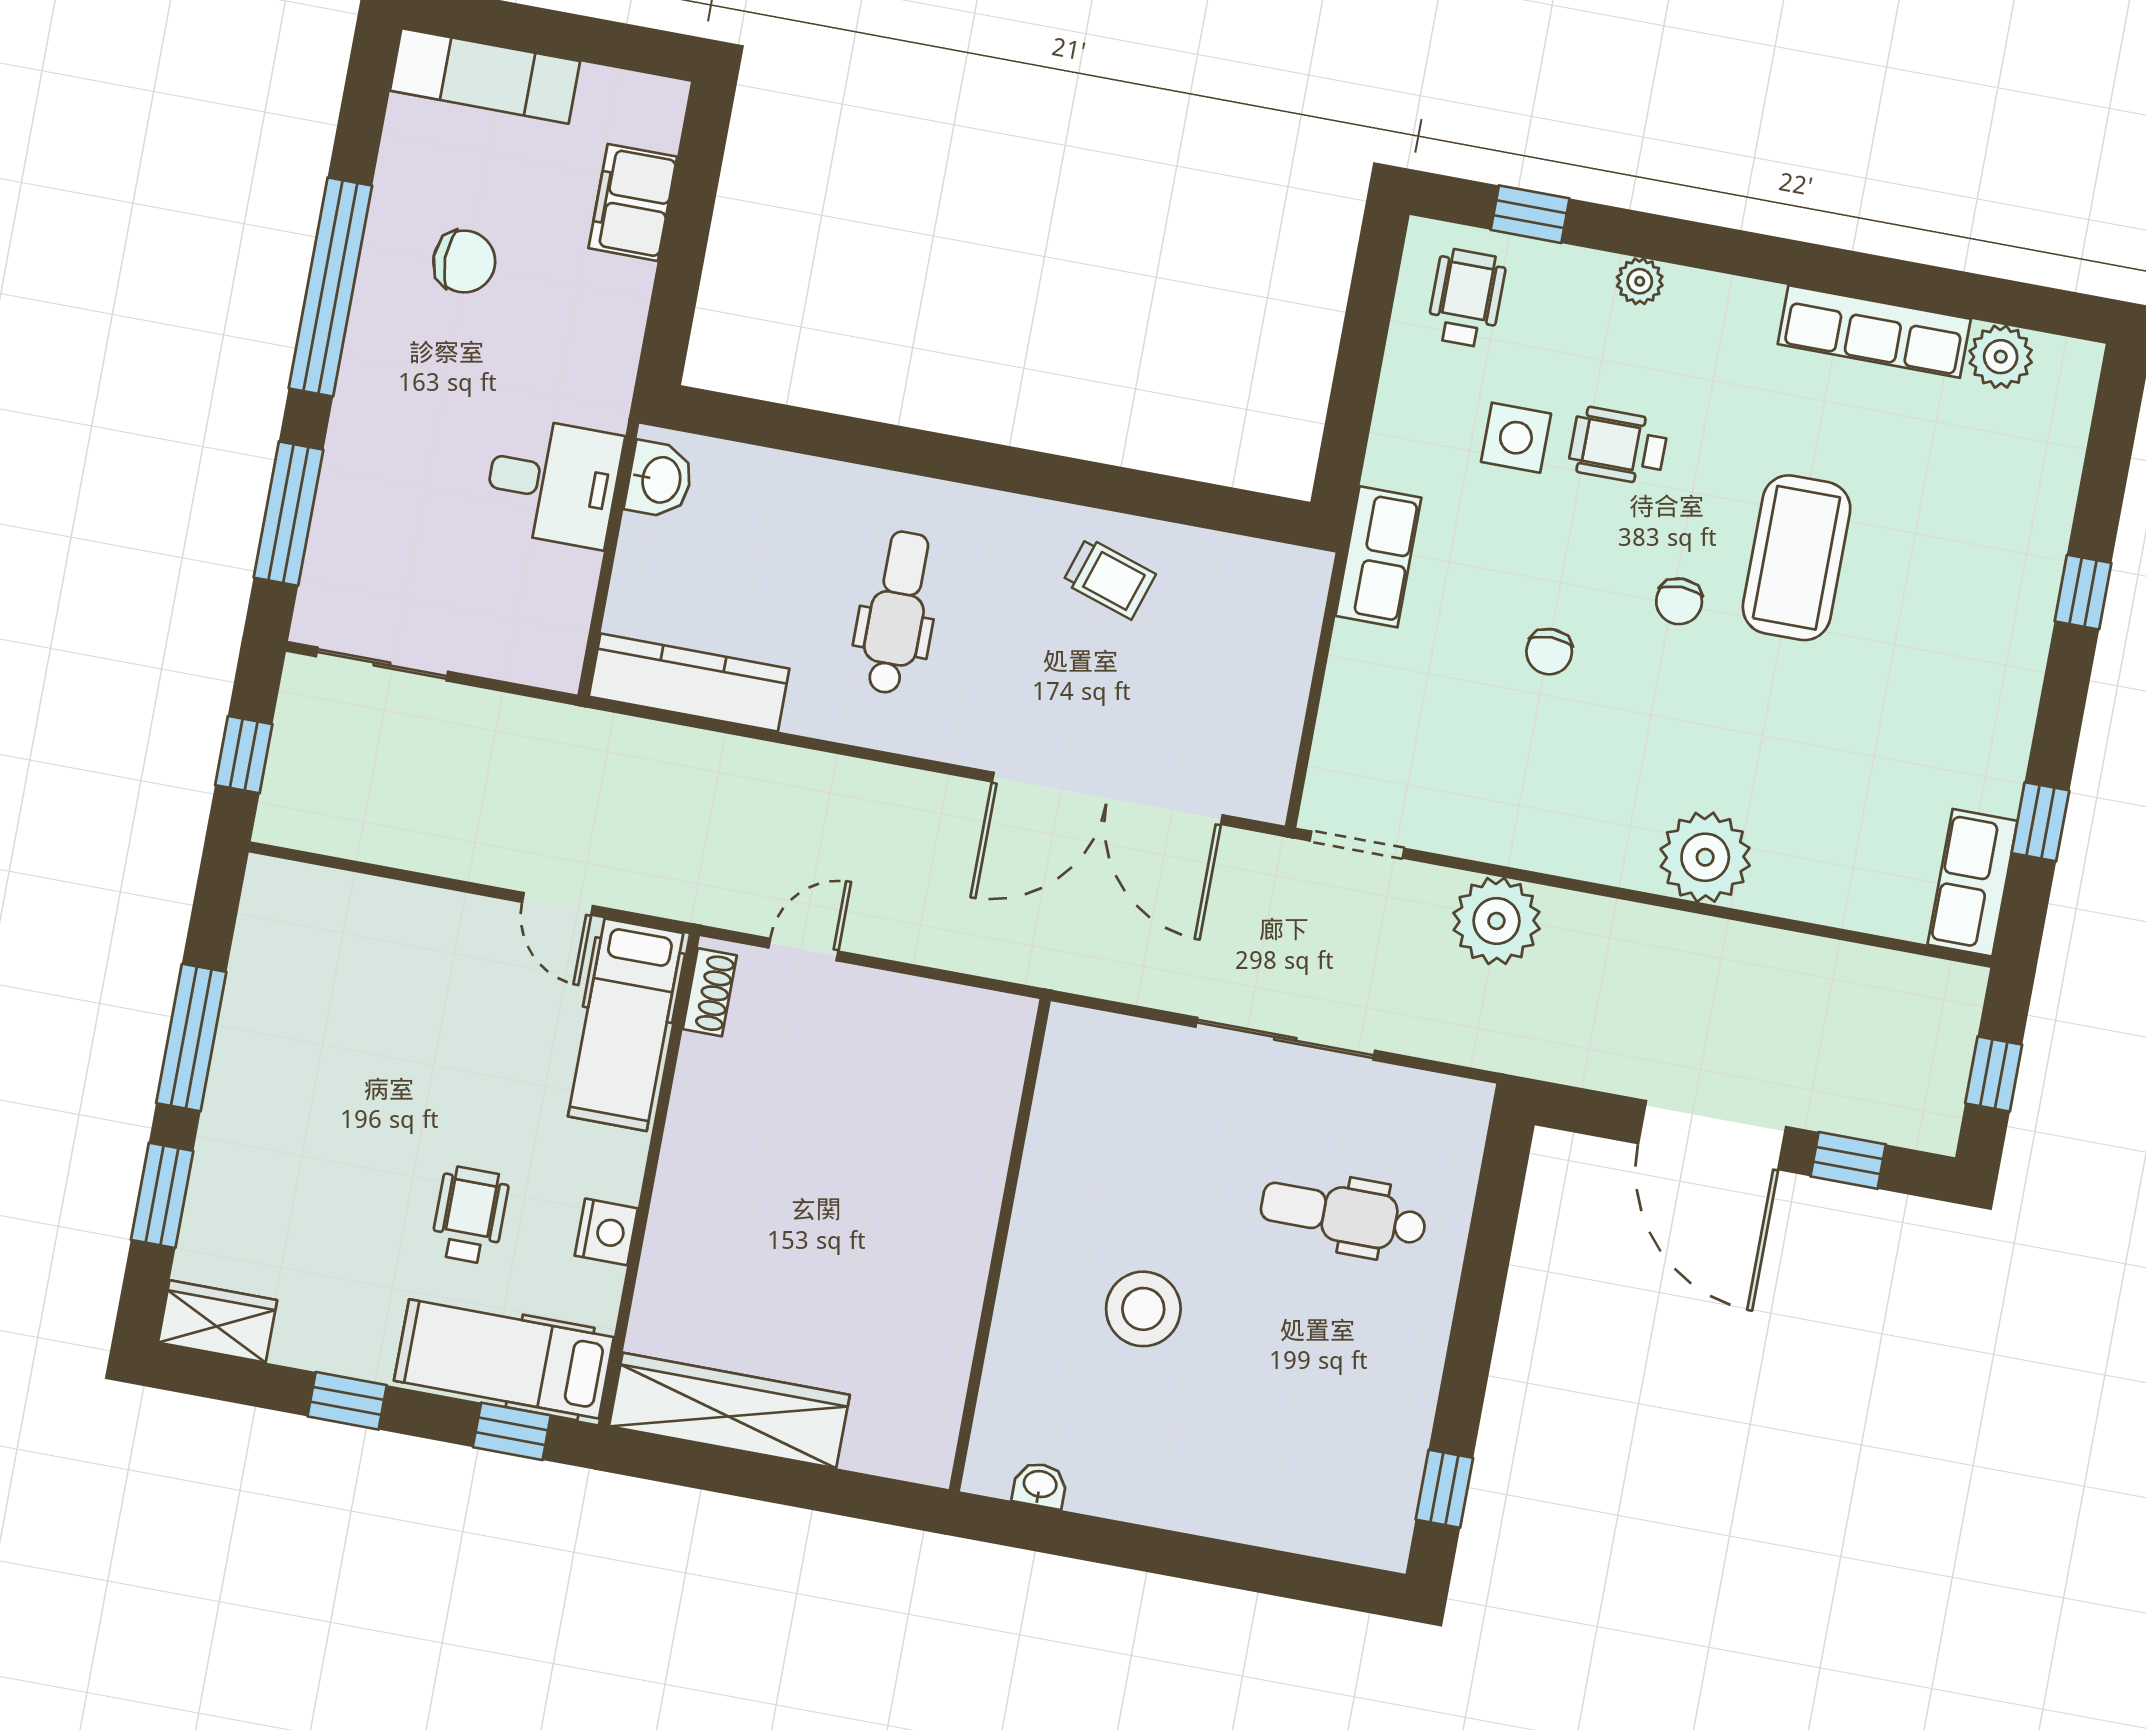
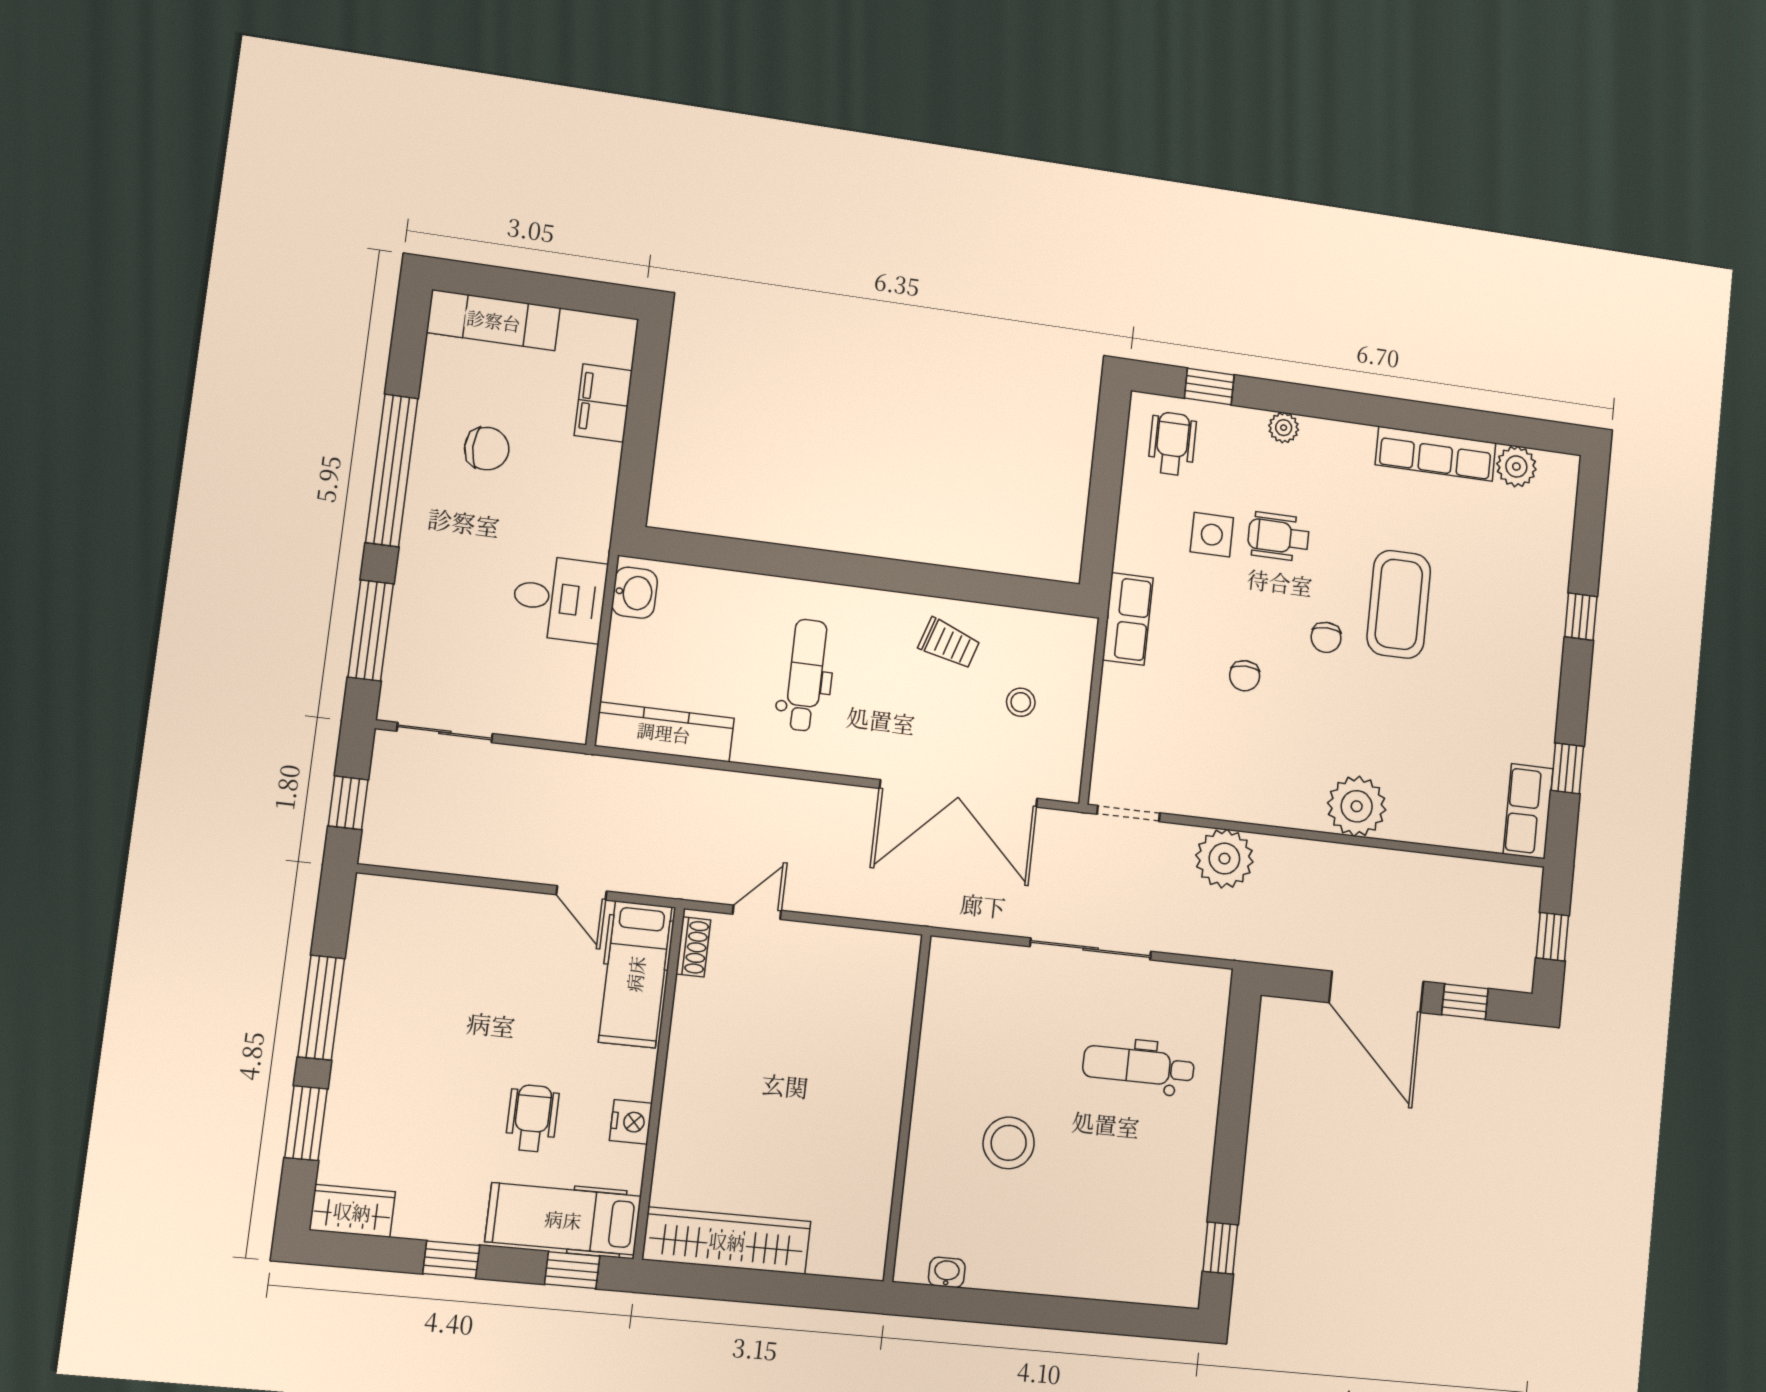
stool: (1209, 671) -> (1021, 702), added

